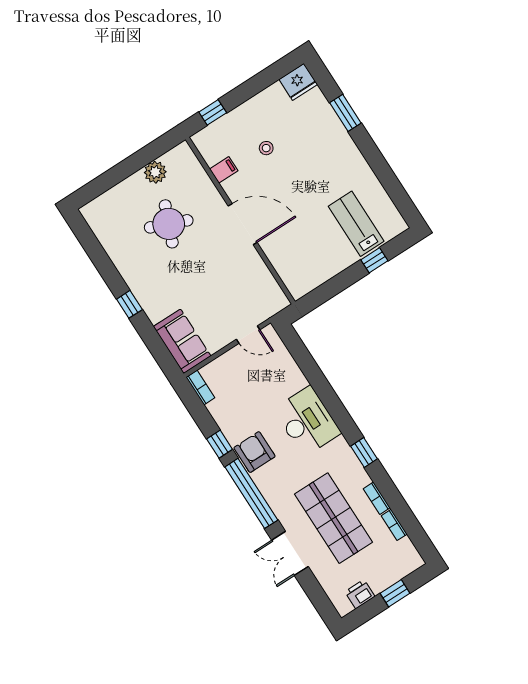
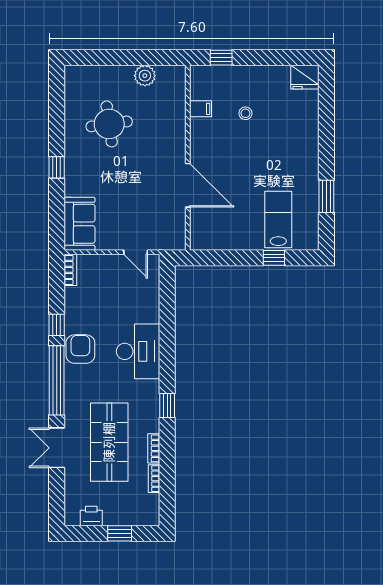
window: (345, 113) -> (326, 196), moved
round table: (169, 224) -> (109, 124), moved, turned -30
door: (243, 224) -> (188, 185), moved

